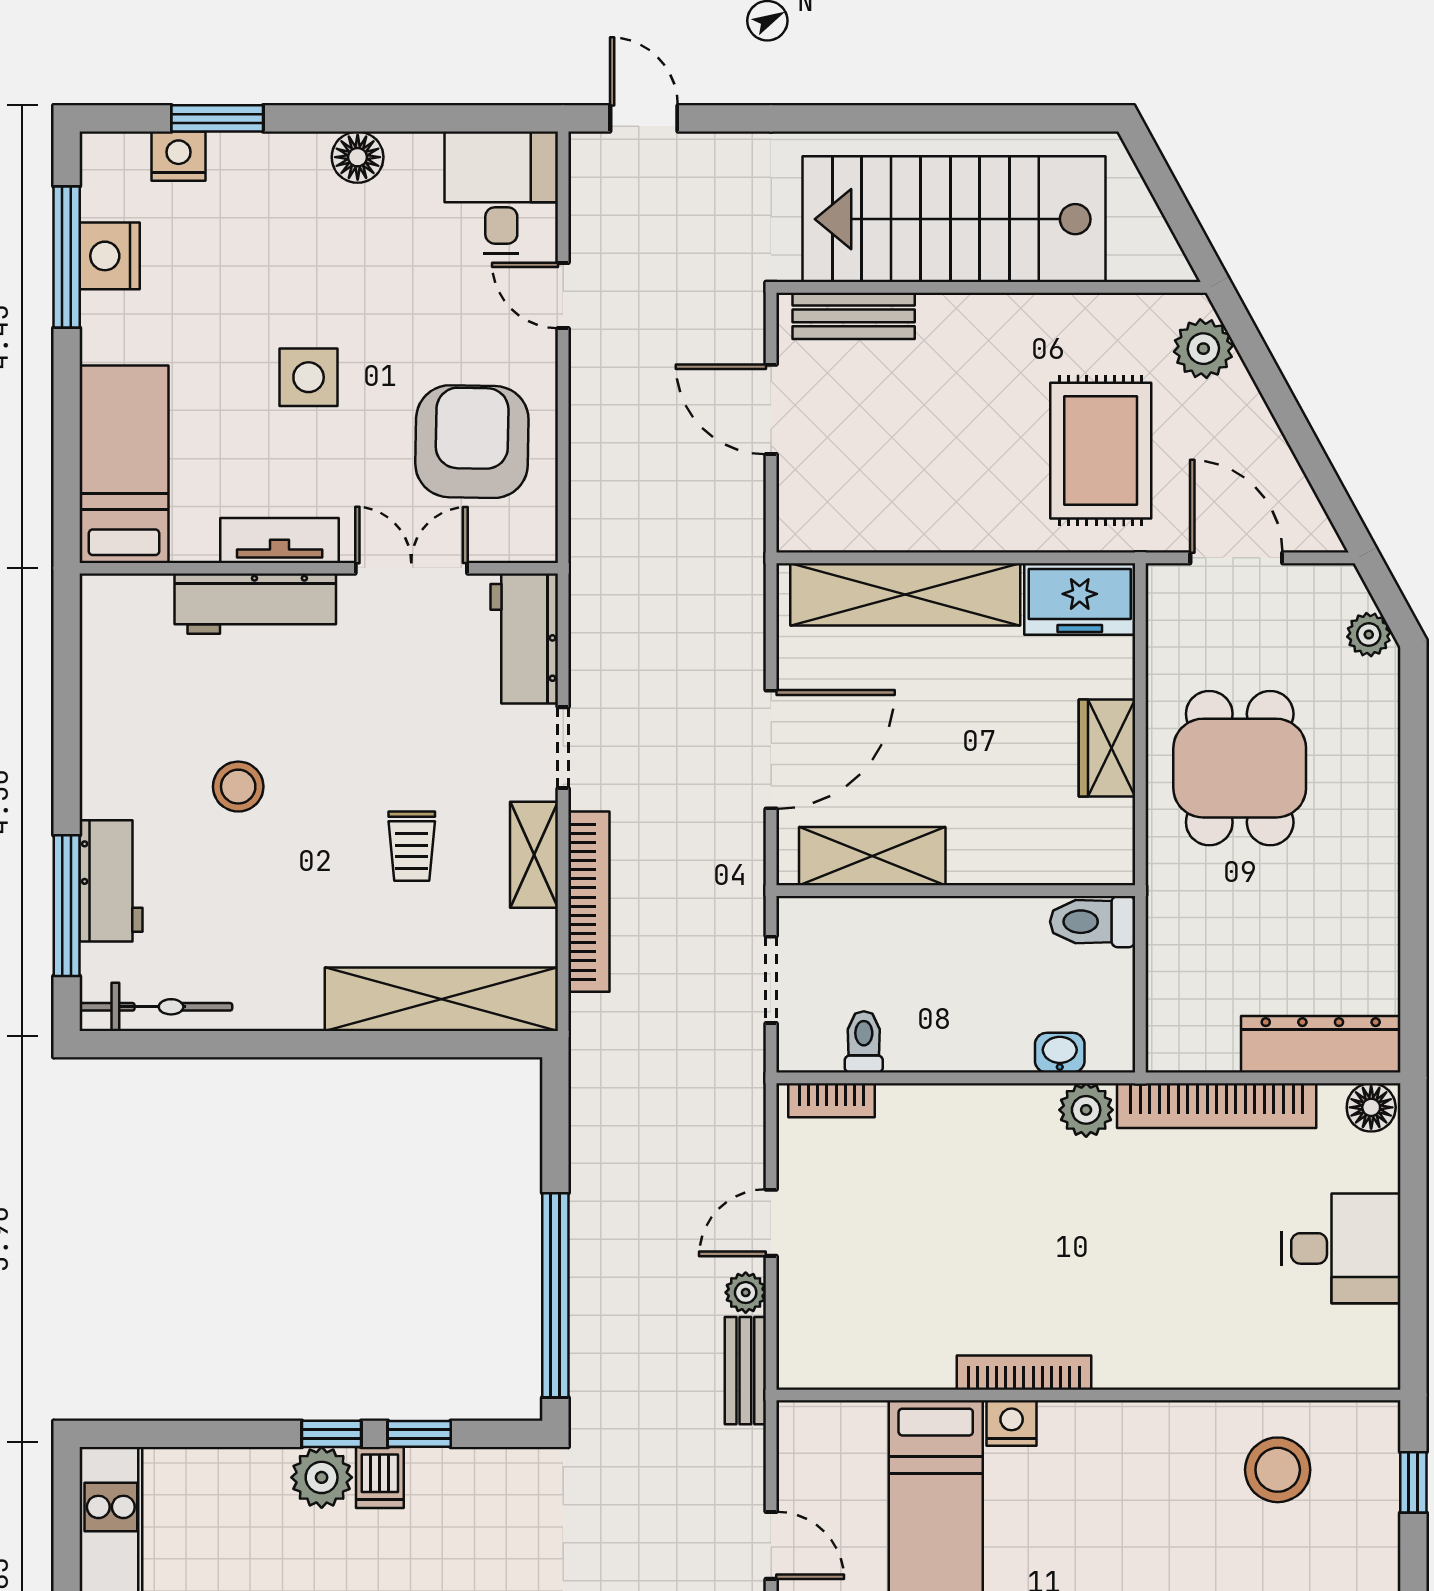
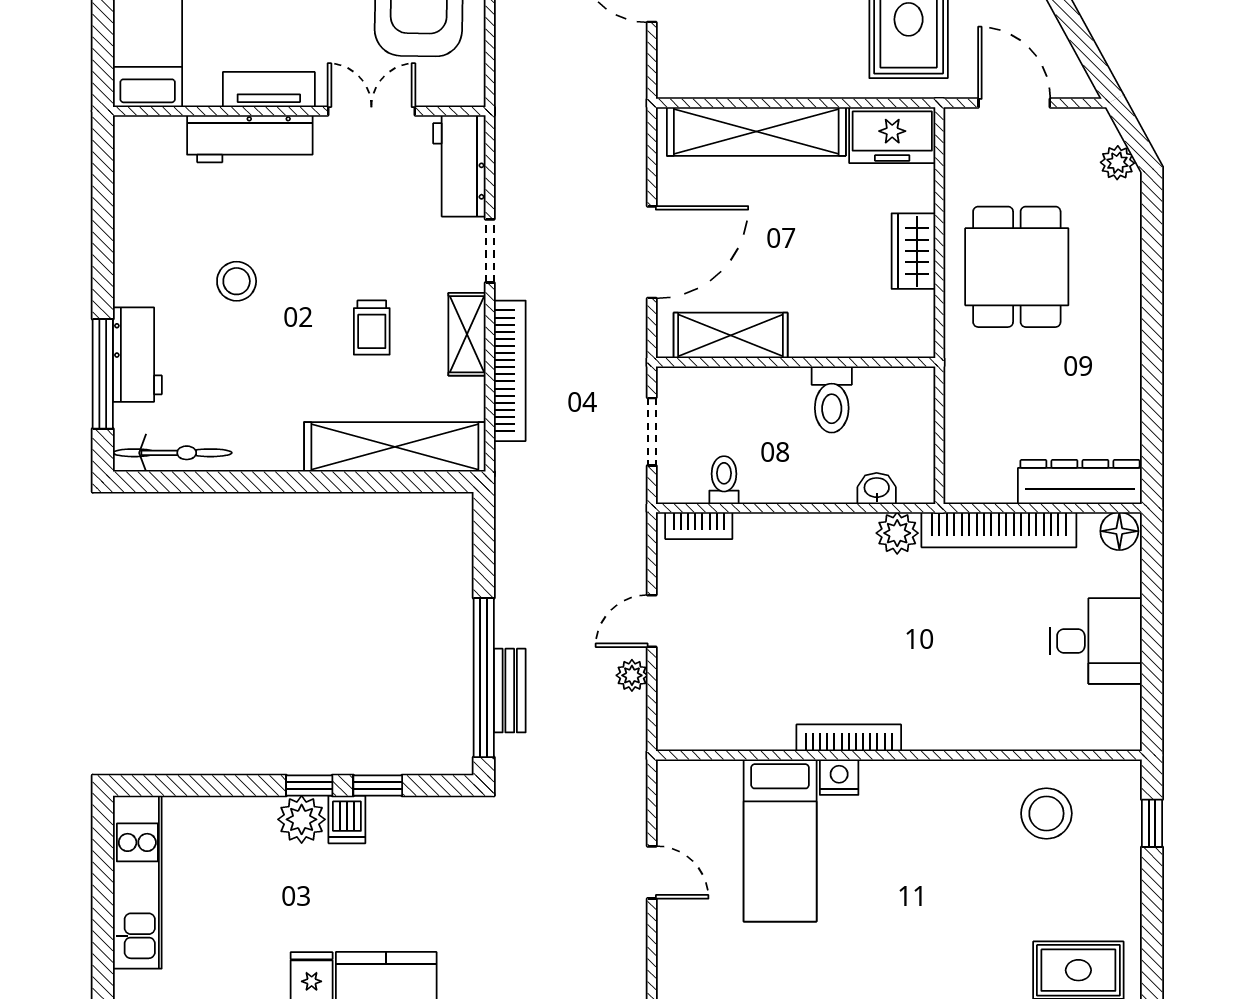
toilet: (1093, 922) -> (832, 399), moved, turned -90
bench: (745, 1371) -> (510, 691), moved

